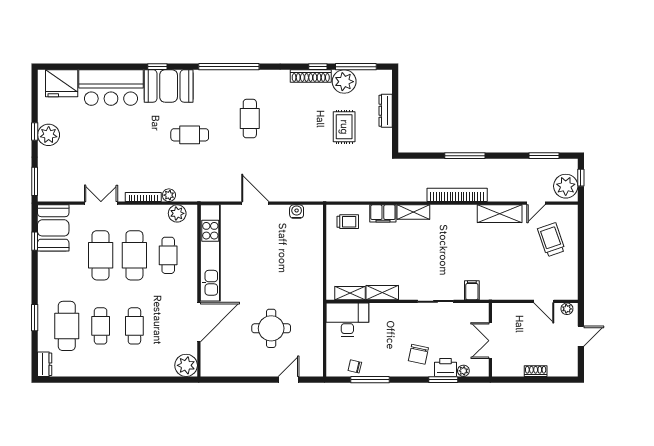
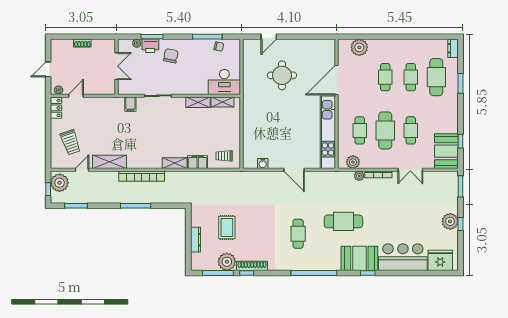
cafe table: (190, 135) -> (343, 221), width x1.37, depth x1.35
cafe table: (101, 255) -> (411, 130), width x0.73, depth x0.74
locker: (570, 285) -> (56, 108), added
door: (544, 301) -> (76, 96), hinge flipped
plant: (186, 365) -> (359, 47), moved

